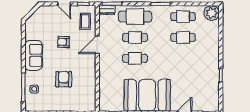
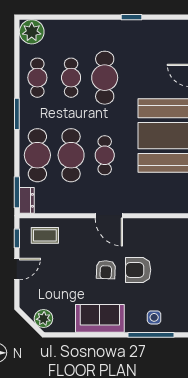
plant: (33, 20) -> (43, 319), added
cafe table: (135, 37) -> (71, 155), width x1.37, depth x1.35
armchair: (64, 42) -> (106, 270), moved
door: (97, 45) -> (109, 216), moved
cafe table: (183, 58) -> (105, 78), added

